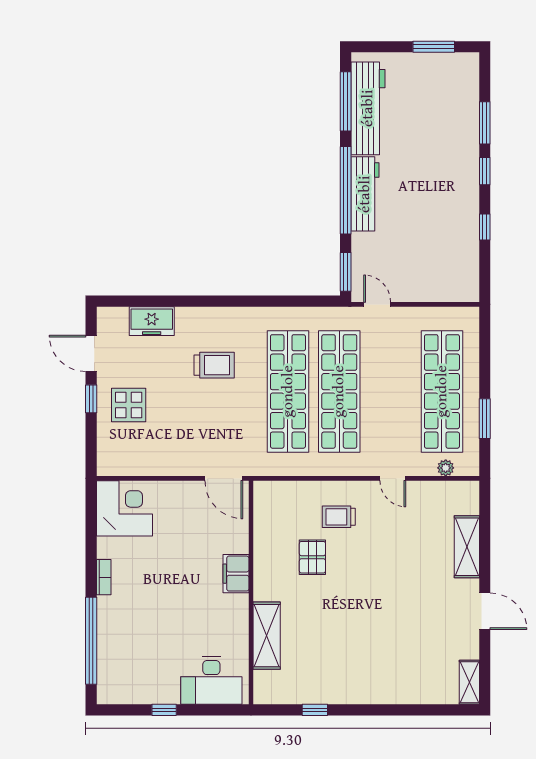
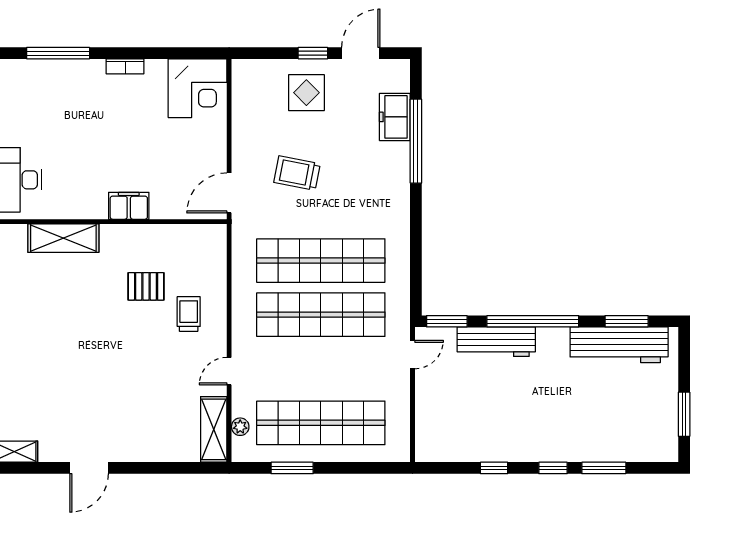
window: (346, 101) -> (627, 321), width x0.69
workbench: (365, 194) -> (496, 342), moved
window: (175, 301) -> (416, 141), added
trolley: (214, 365) -> (297, 173), moved, turned 101
shelving: (467, 547) -> (214, 429), moved, turned 90
window: (91, 641) -> (58, 53), width x0.68

